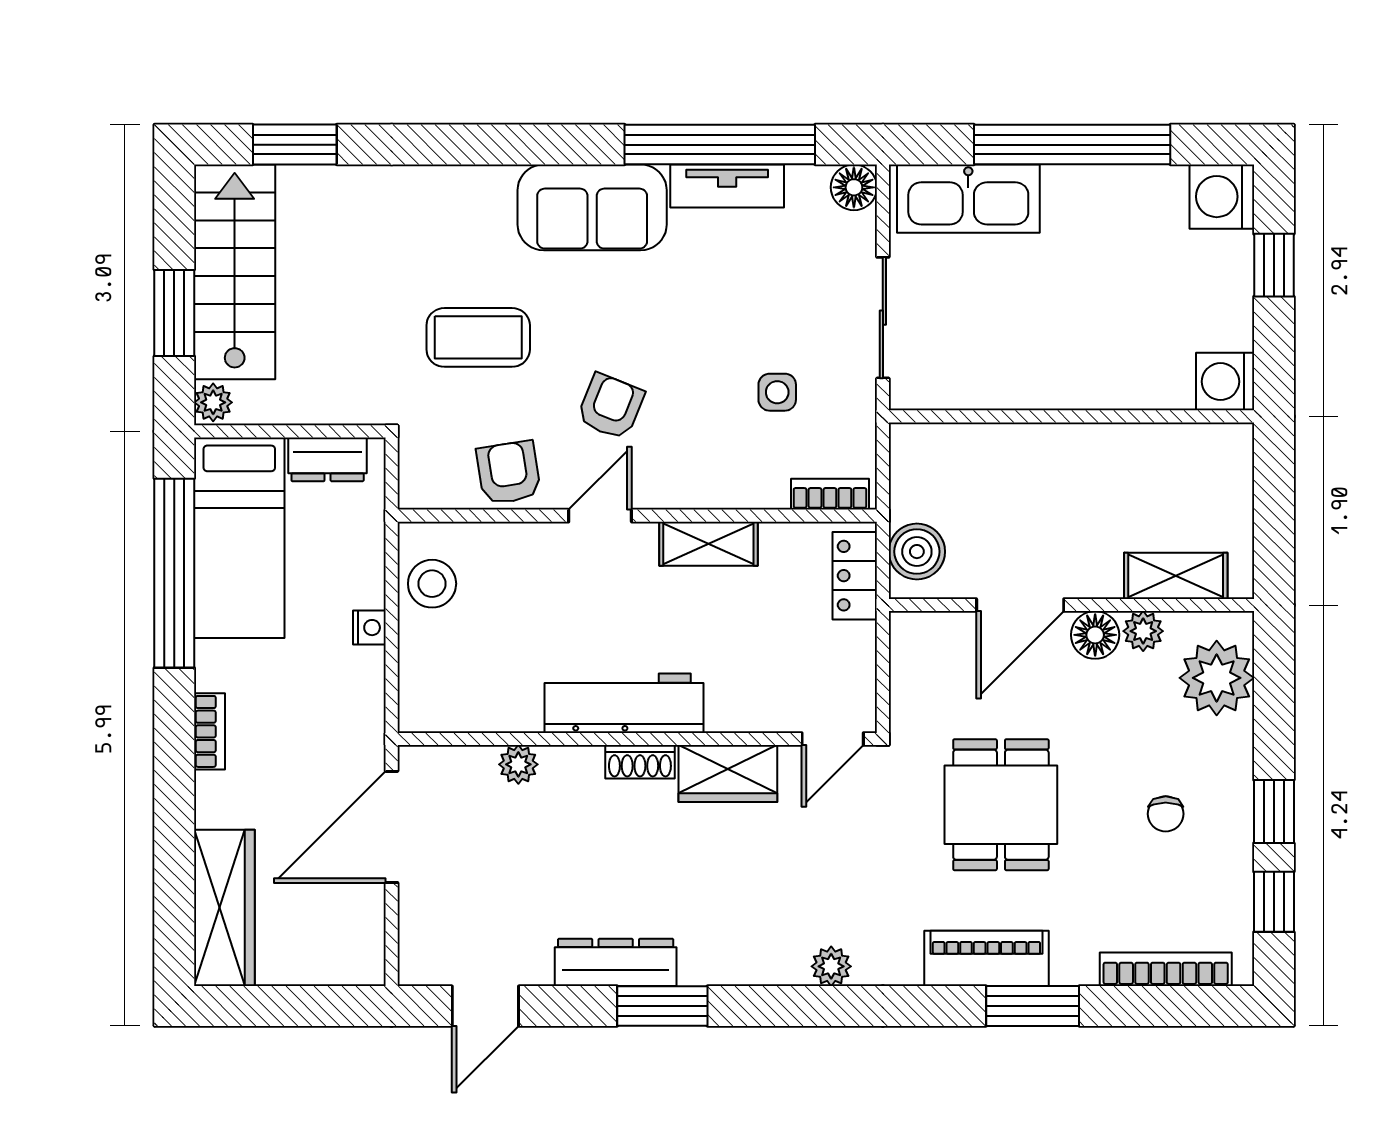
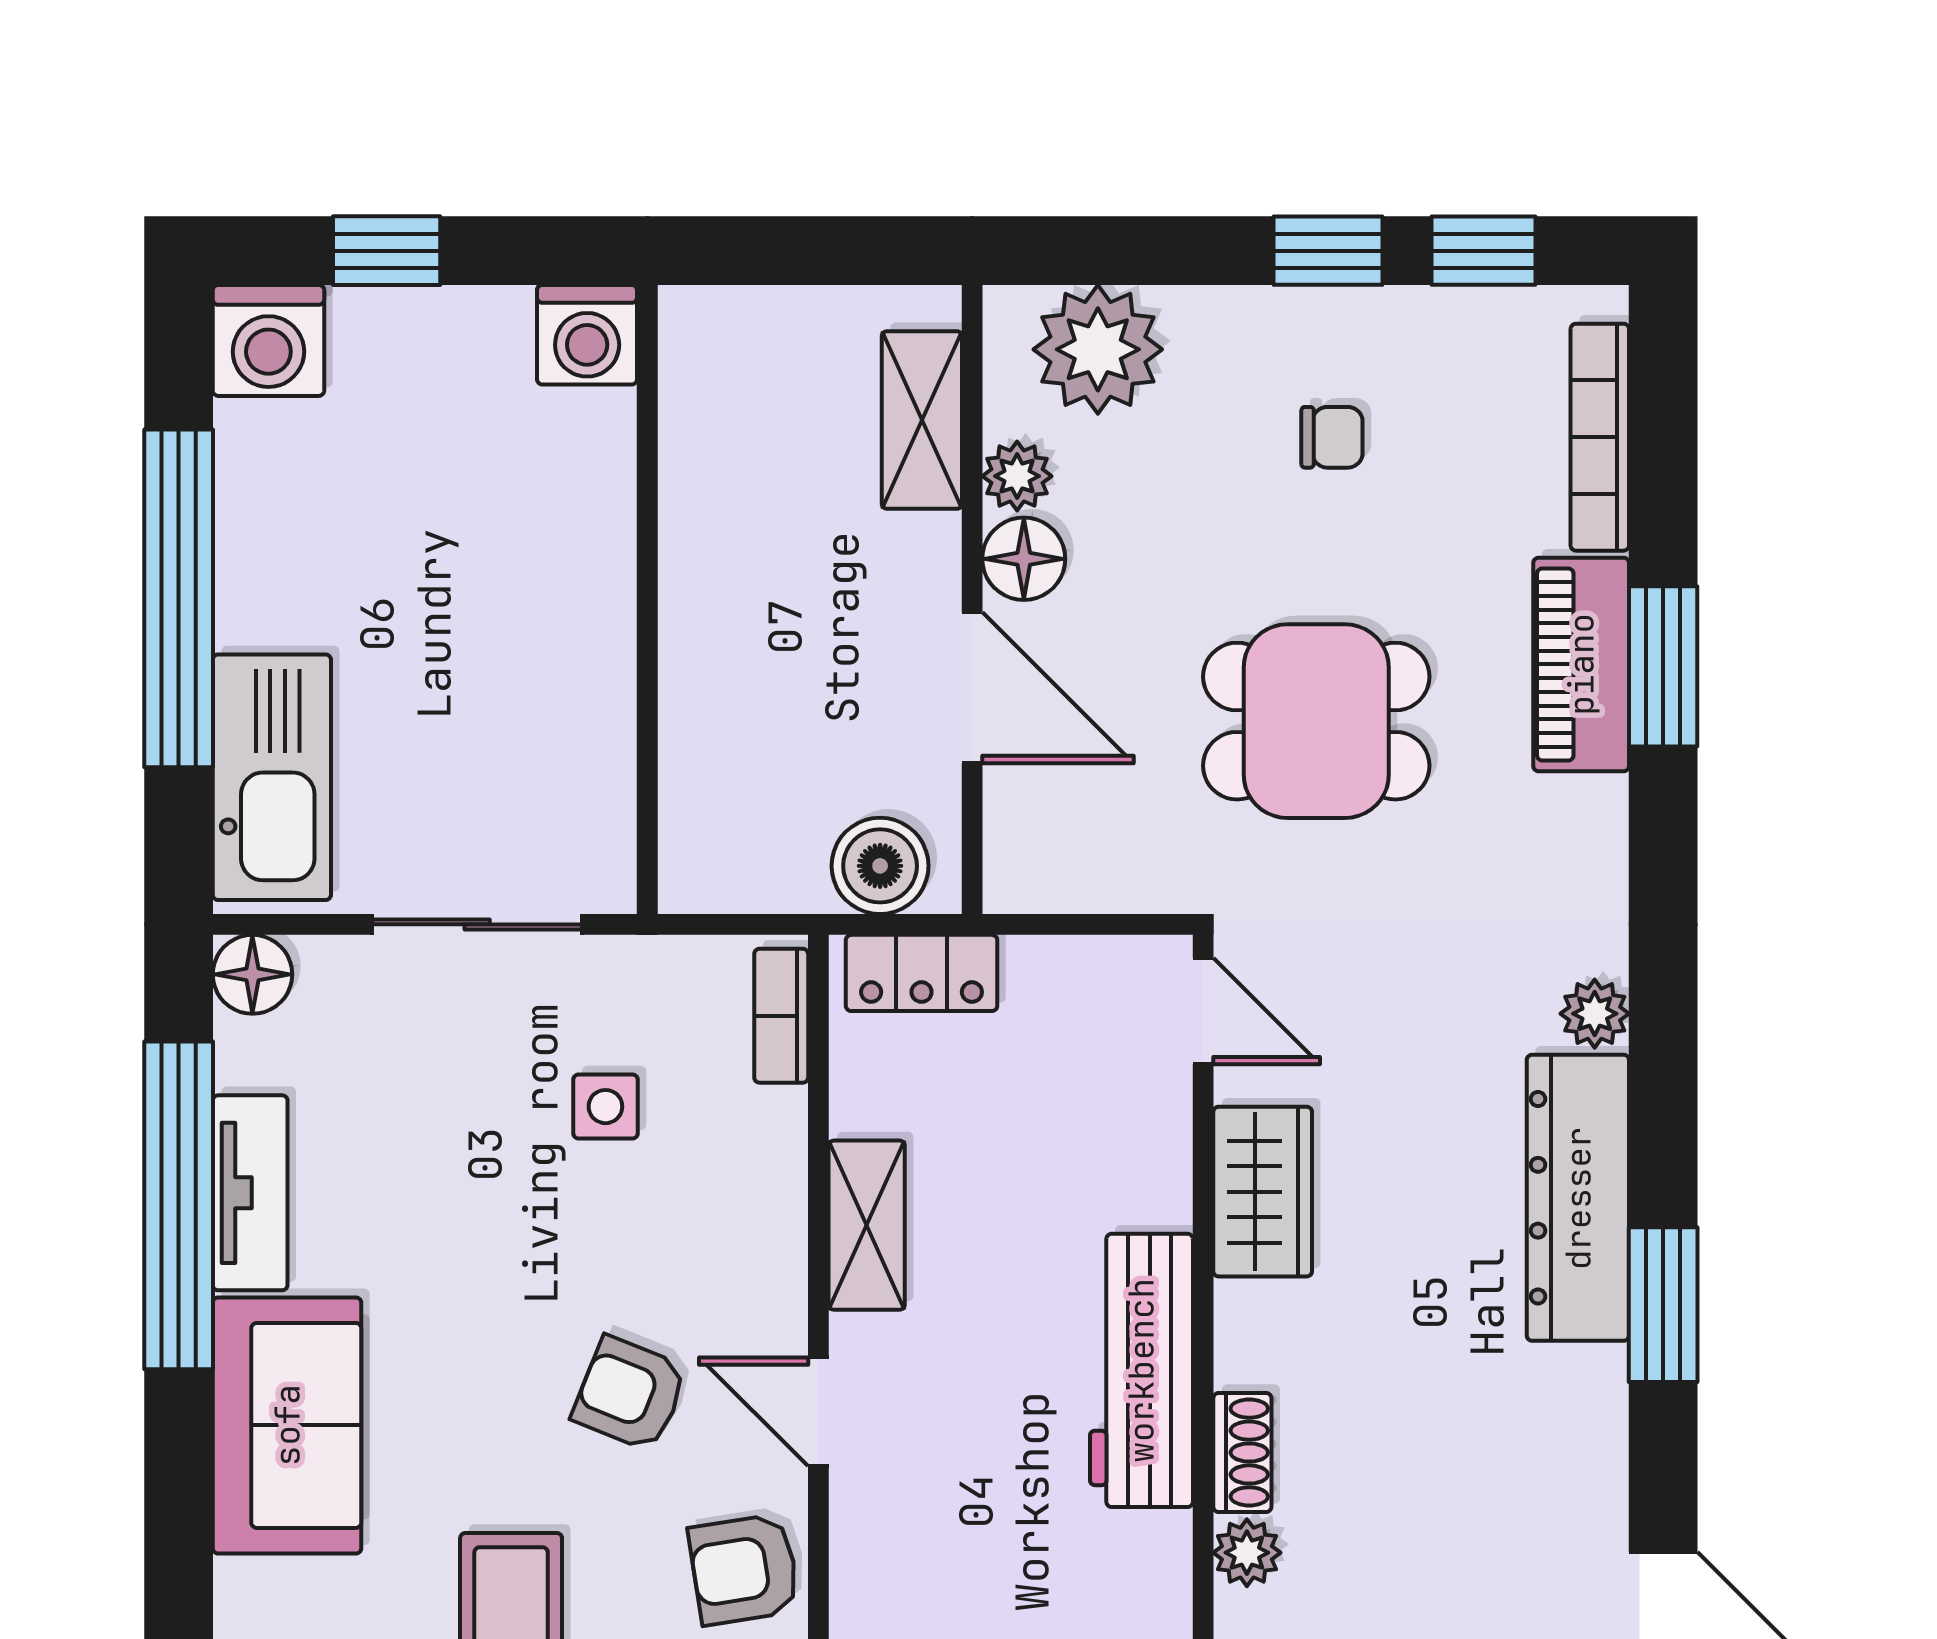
shoe rack: (640, 762) -> (1242, 1453), moved
piano: (986, 958) -> (1581, 664), moved
dresser: (616, 962) -> (1578, 1198), moved, width x1.37, depth x1.24

